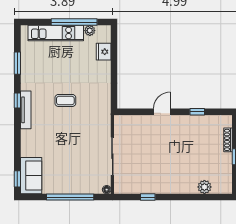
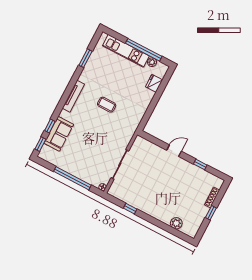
window: (17, 100) -> (50, 126), moved
sofa: (31, 176) -> (59, 134), moved

